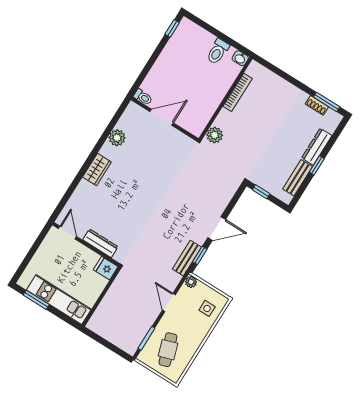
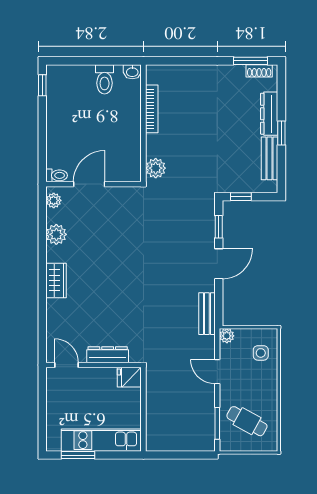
shoe rack: (317, 105) -> (259, 71), moved
plant: (130, 113) -> (54, 200), added
window: (200, 255) -> (219, 227), moved
cafe table: (168, 350) -> (247, 421), turned -43

